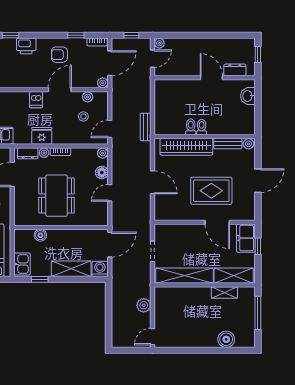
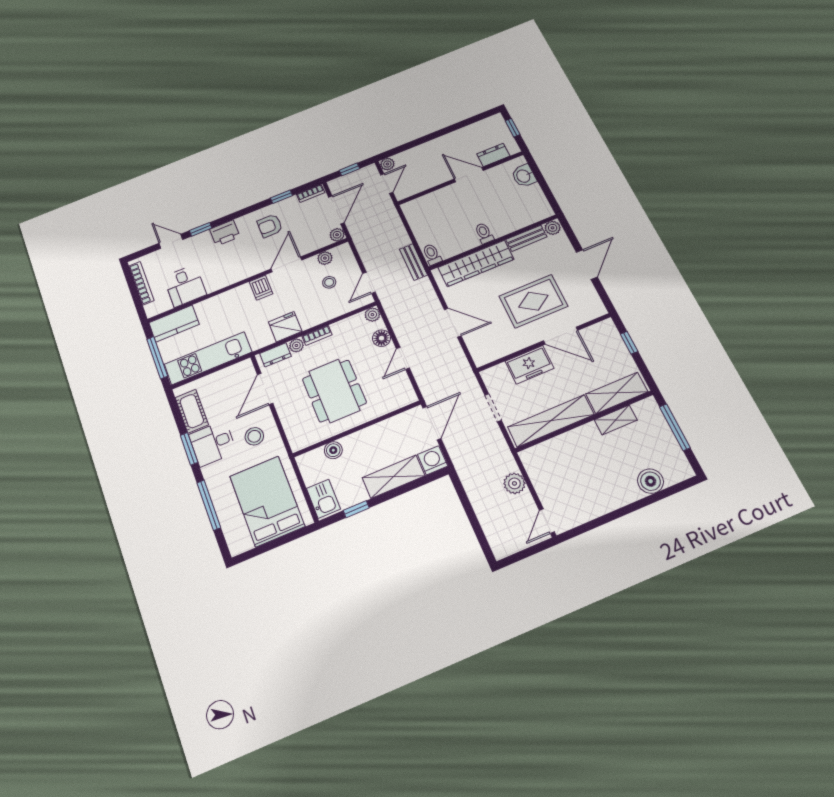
toilet: (191, 127) -> (432, 254), moved
freezer: (246, 238) -> (529, 365), moved, turned -90

